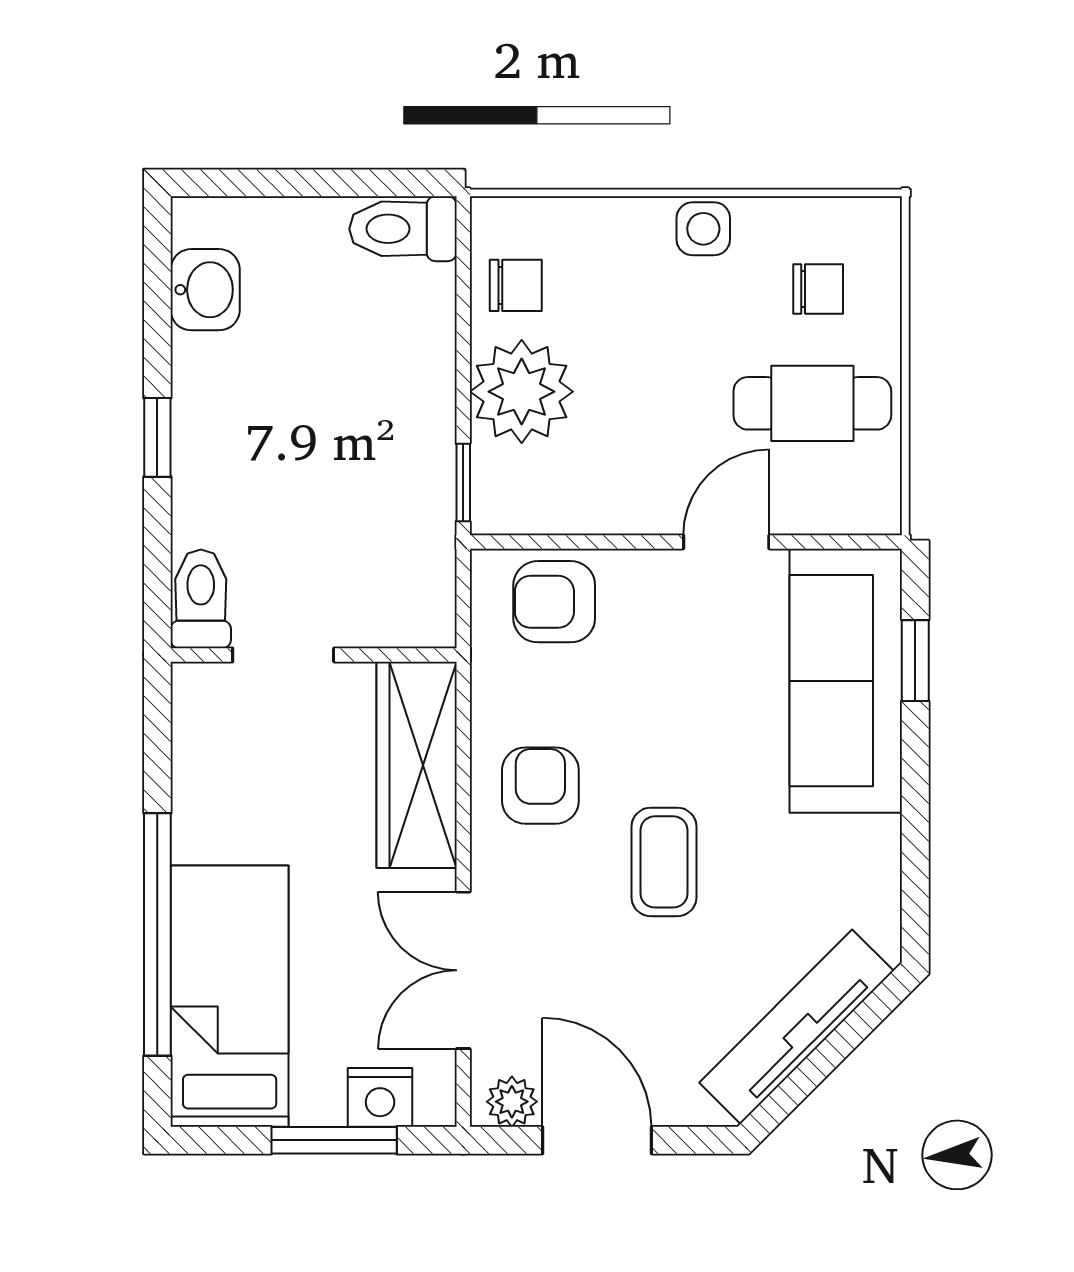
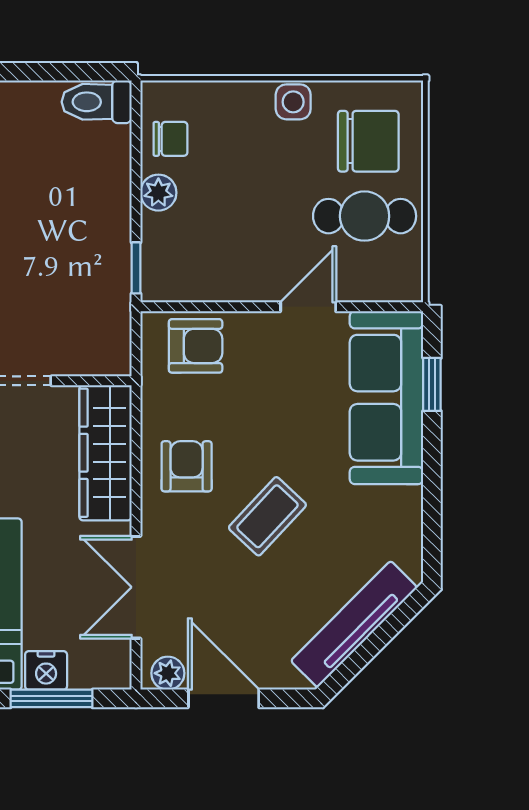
chair: (818, 289) -> (368, 141), width x1.87, depth x1.87
plant: (522, 392) -> (158, 193), width x0.53, depth x0.53
armchair: (554, 602) -> (196, 346), turned 180
coffee table: (664, 862) -> (267, 516), turned 43
nightstand: (380, 1097) -> (46, 670), moved

